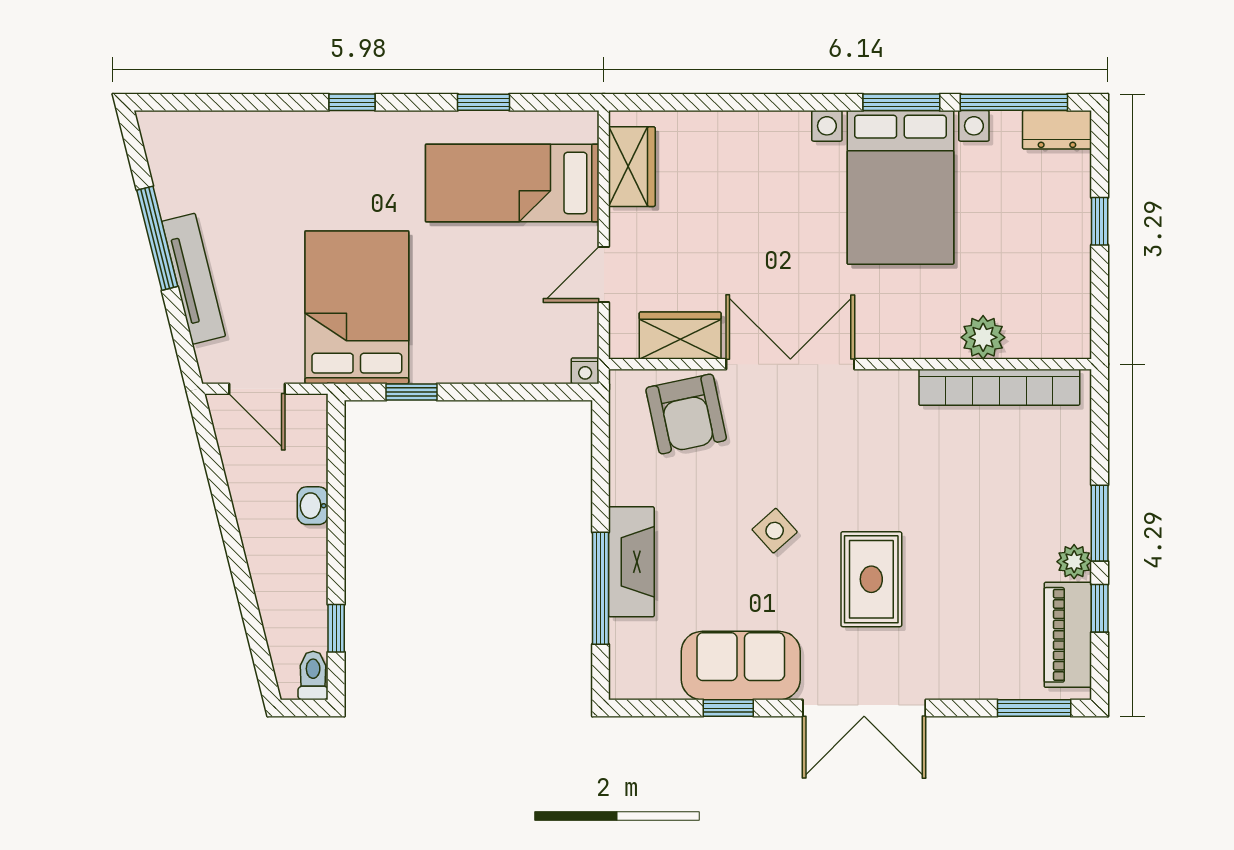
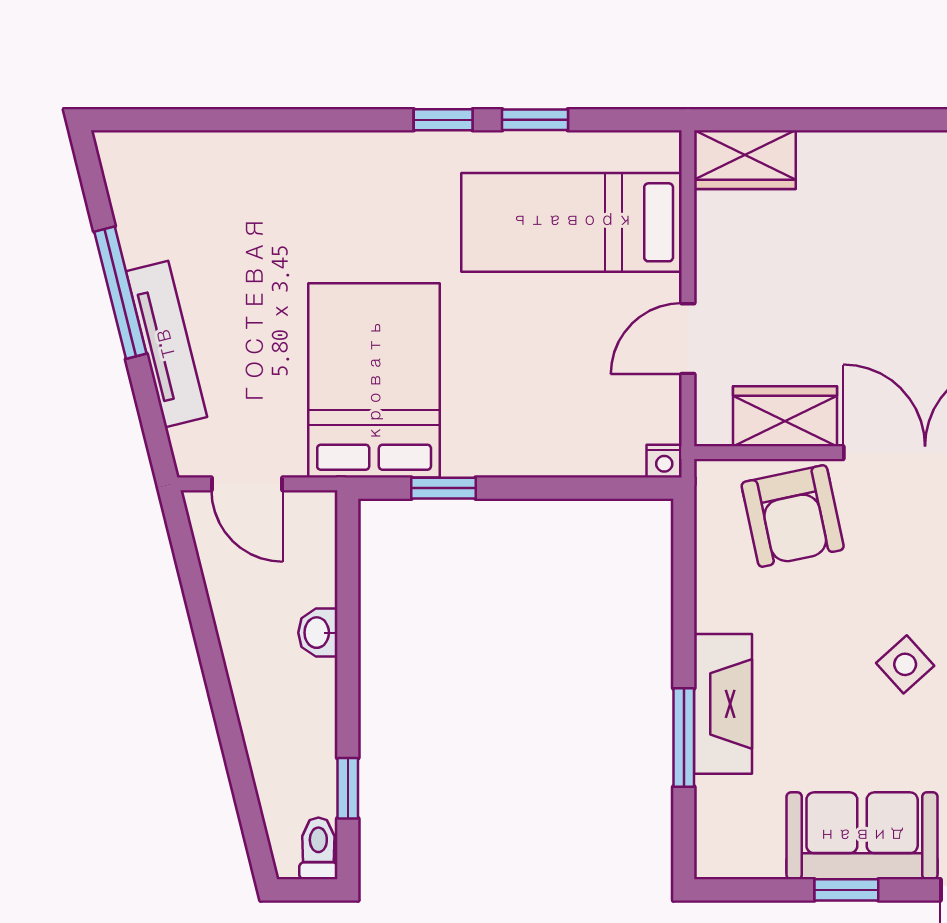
window: (352, 102) -> (443, 120), moved
wardrobe: (632, 167) -> (745, 160), moved, turned 90
window: (601, 588) -> (684, 737), width x0.69

